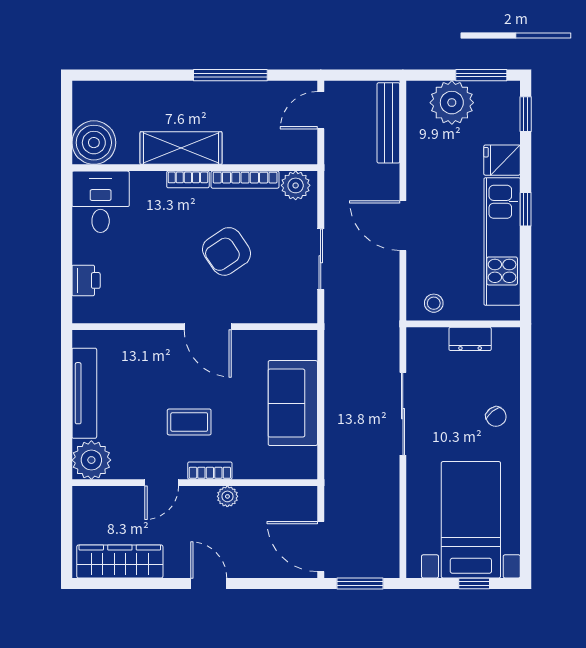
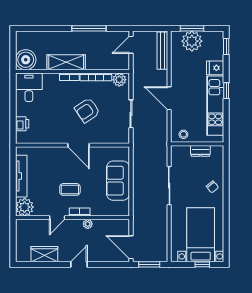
window: (481, 75) -> (192, 28), moved
wardrobe: (120, 561) -> (44, 254), width x0.67
door: (209, 584) -> (79, 264), hinge flipped

